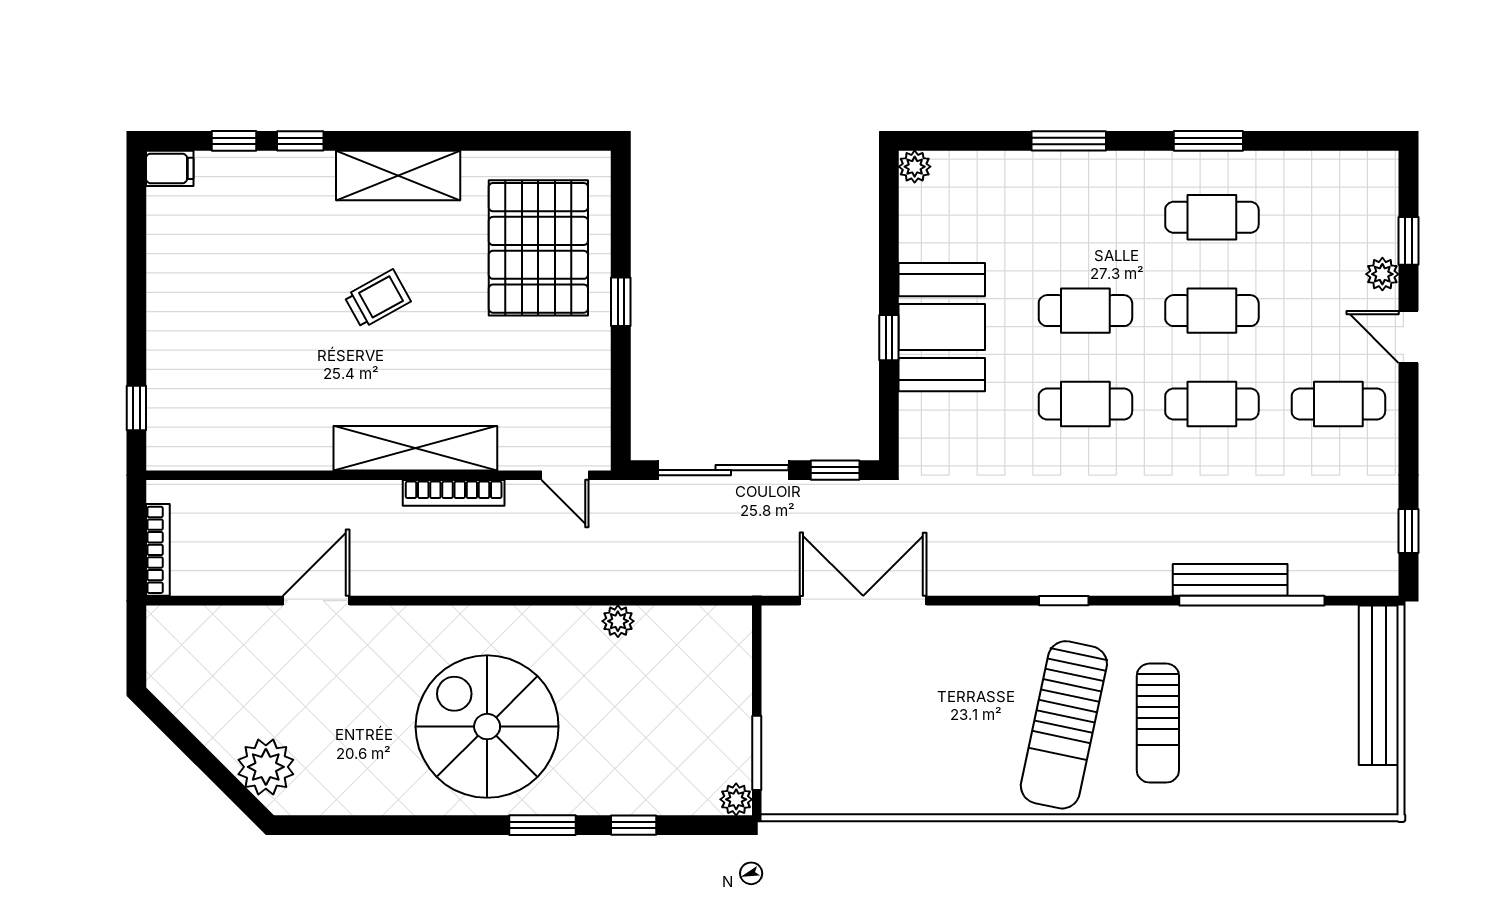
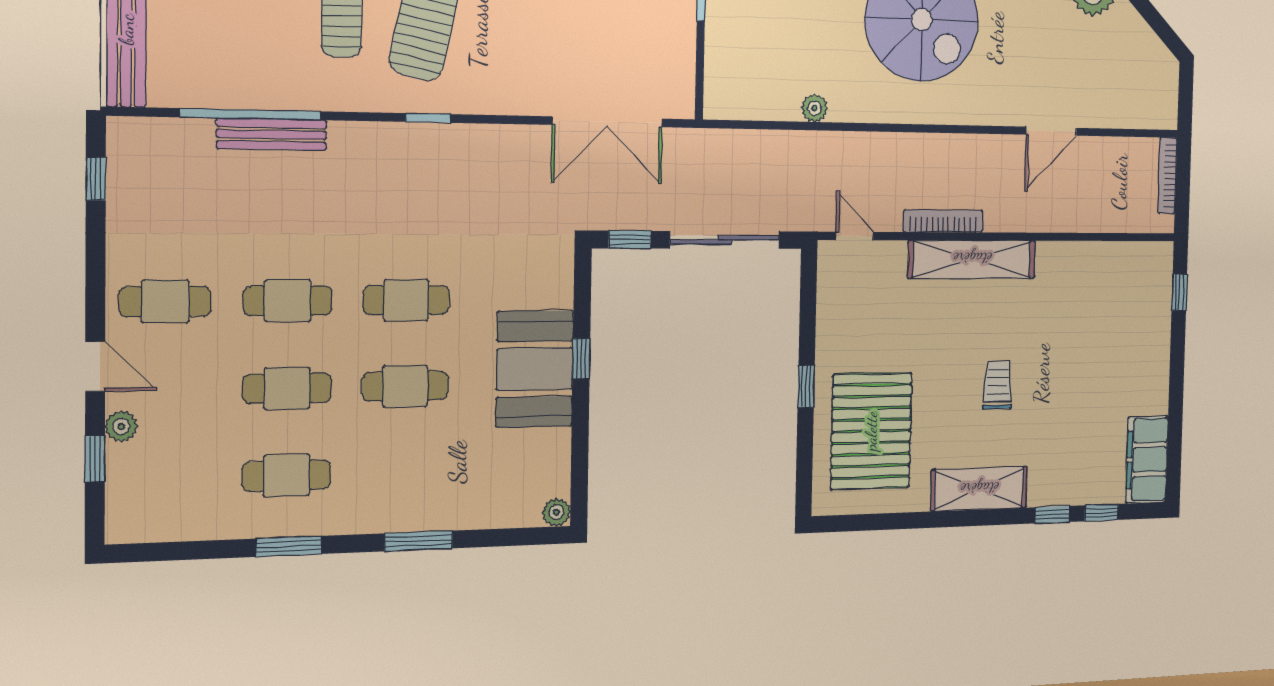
filing cabinet: (170, 168) -> (1147, 460), width x3.00, depth x1.17
trolley: (378, 299) -> (998, 385), turned 119

